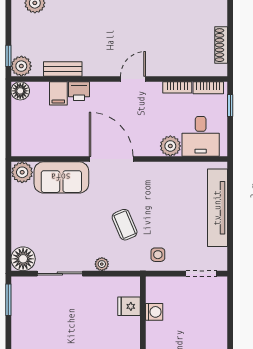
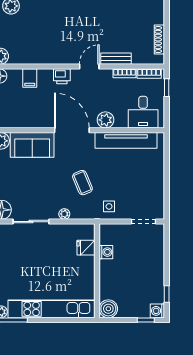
bench: (63, 69) -> (116, 59), moved
printer: (79, 91) -> (62, 76), moved
plant: (170, 146) -> (105, 120), moved
tv unit: (217, 208) -> (126, 140), moved, turned -90

